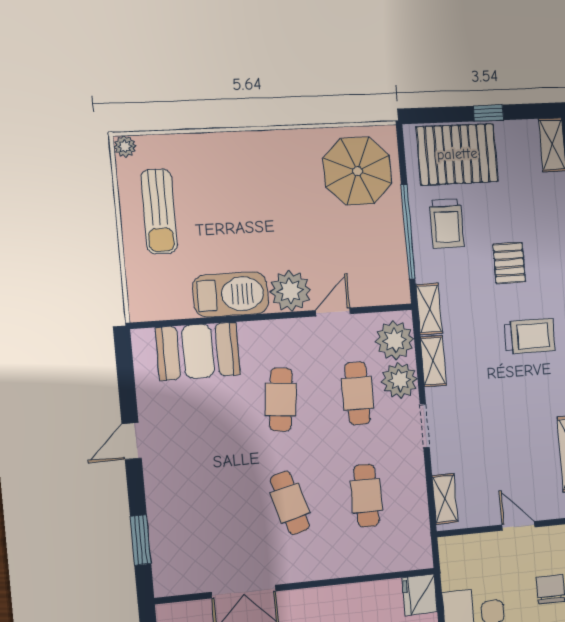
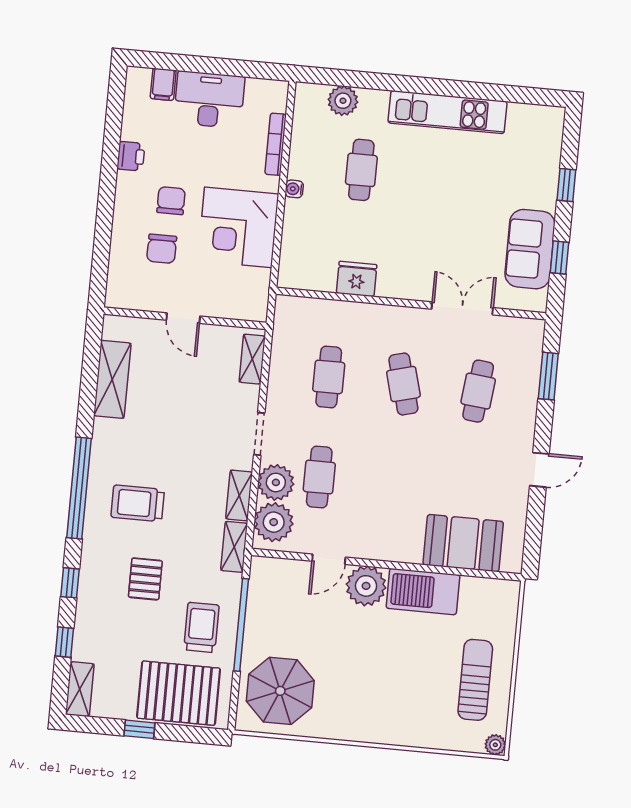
cafe table: (281, 400) -> (478, 391), moved
fridge: (420, 595) -> (357, 279), moved, turned -90

